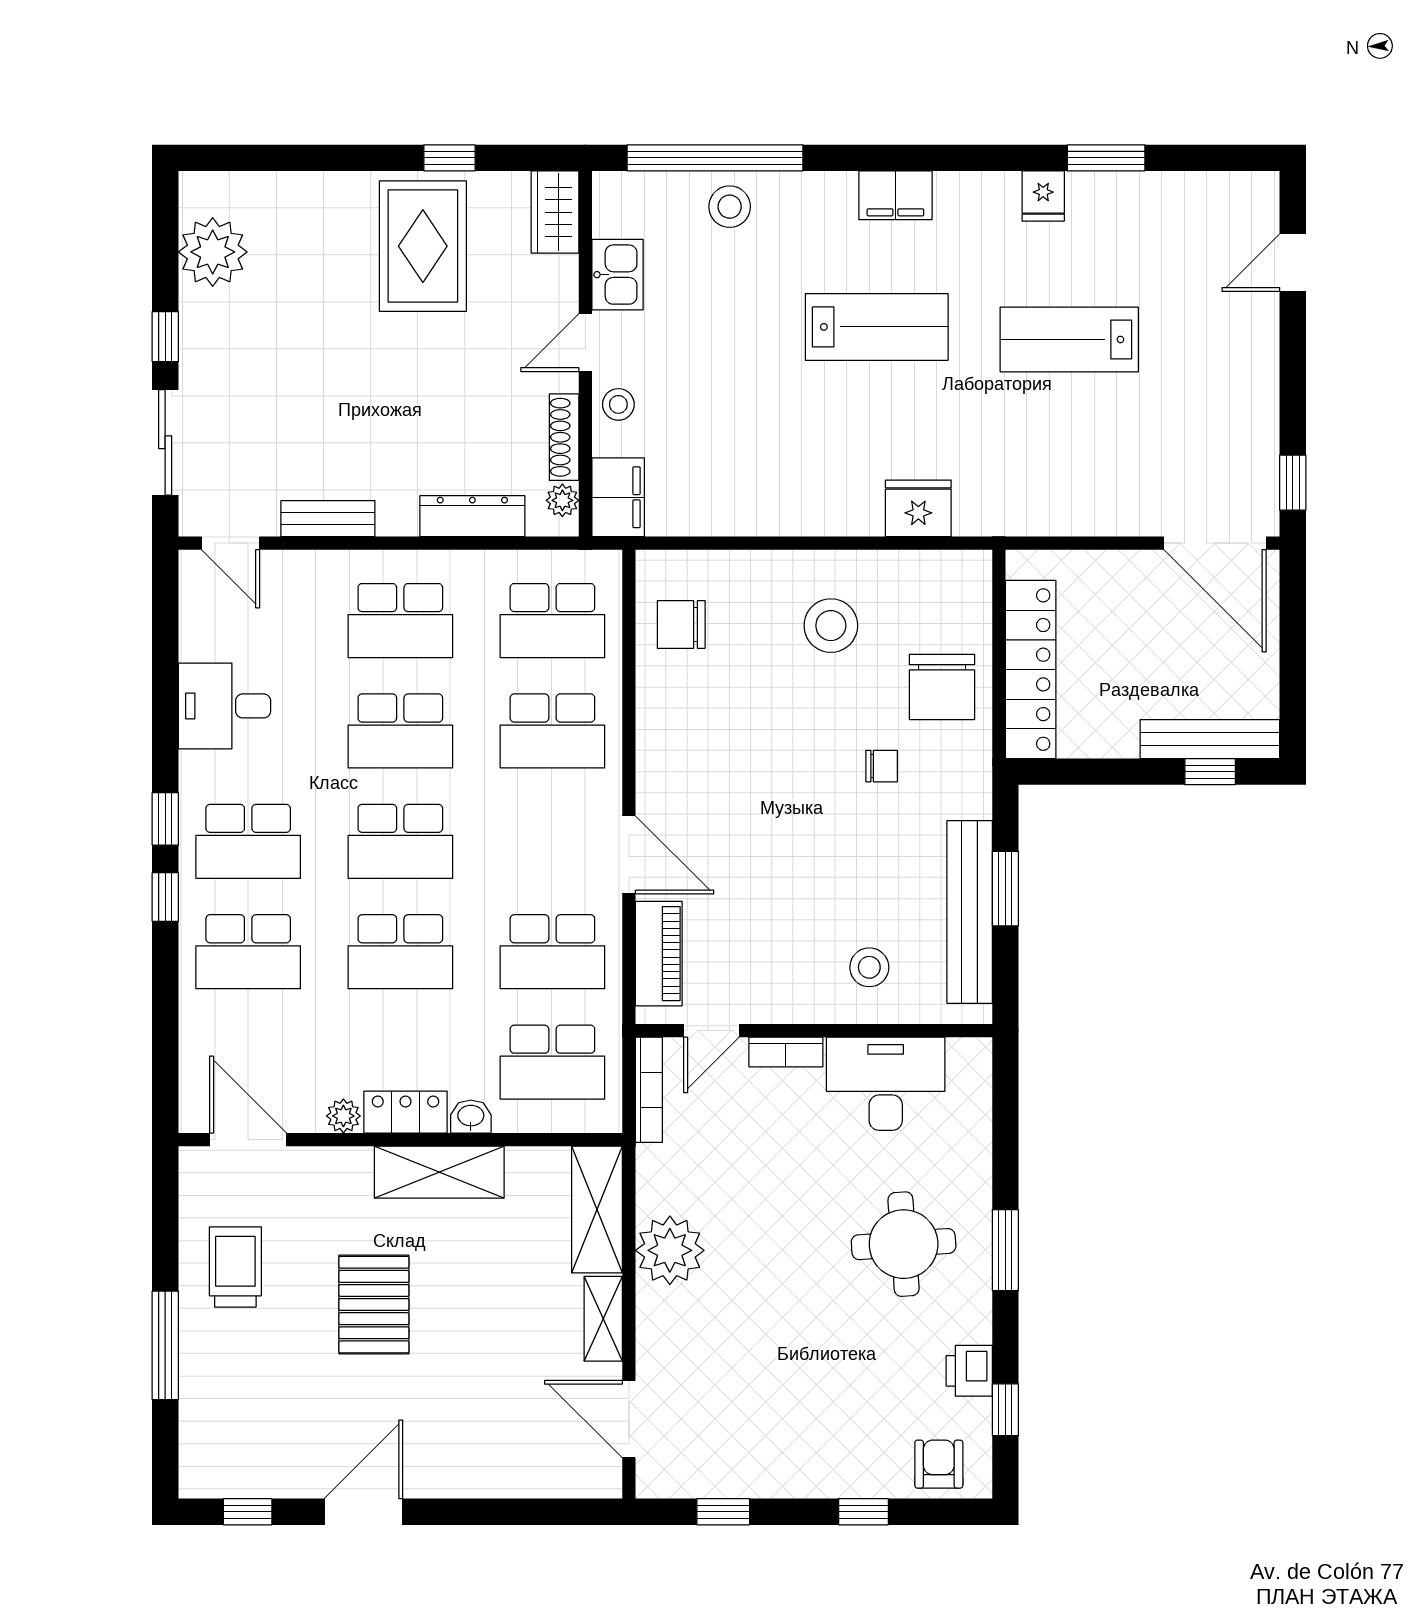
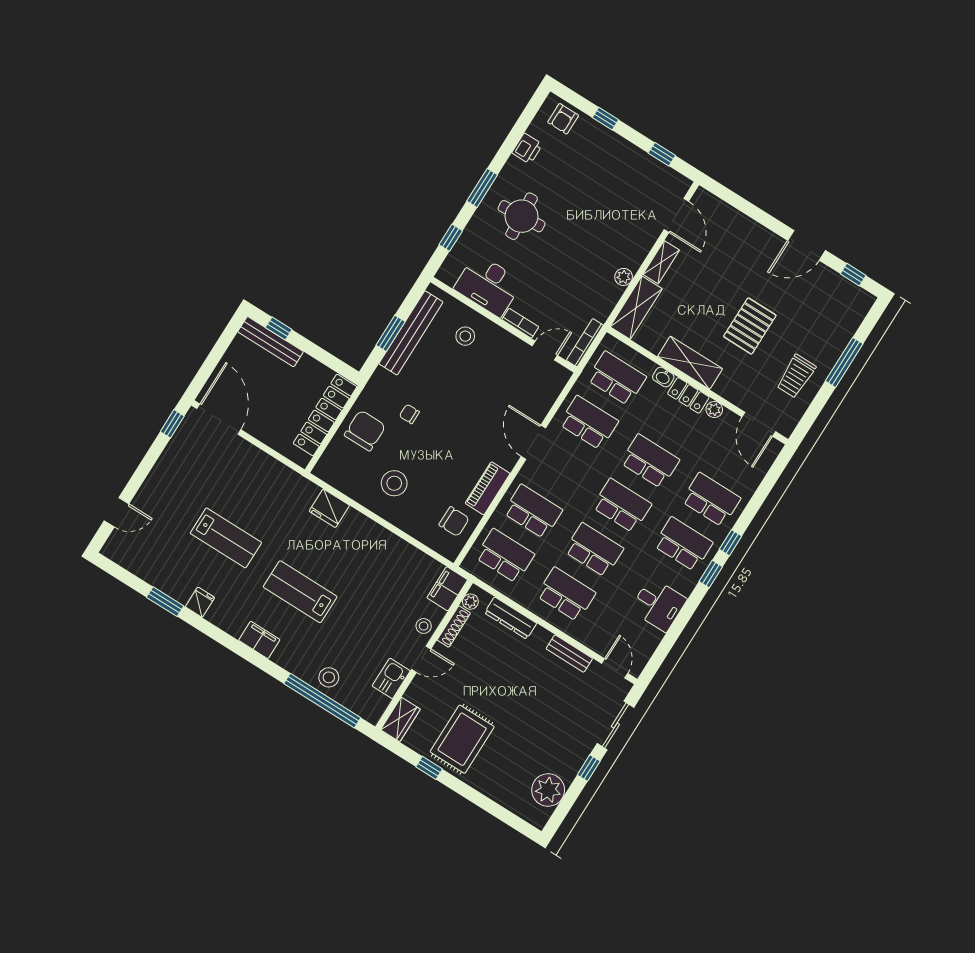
piano: (659, 954) -> (488, 488), moved
plant: (670, 1250) -> (624, 277), width x0.53, depth x0.53
window: (1005, 1410) -> (451, 238), moved

